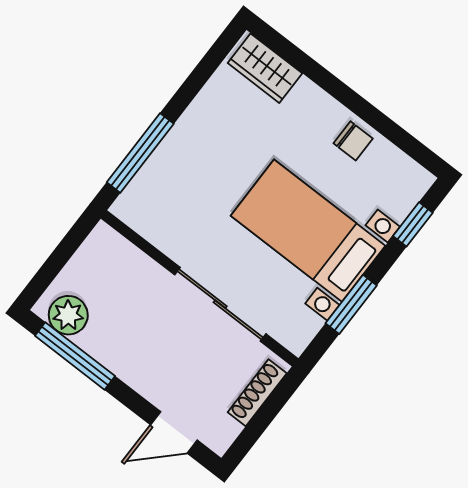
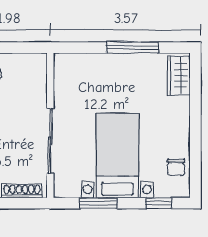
chair: (353, 141) -> (176, 167), moved
window: (140, 153) -> (133, 48), moved

